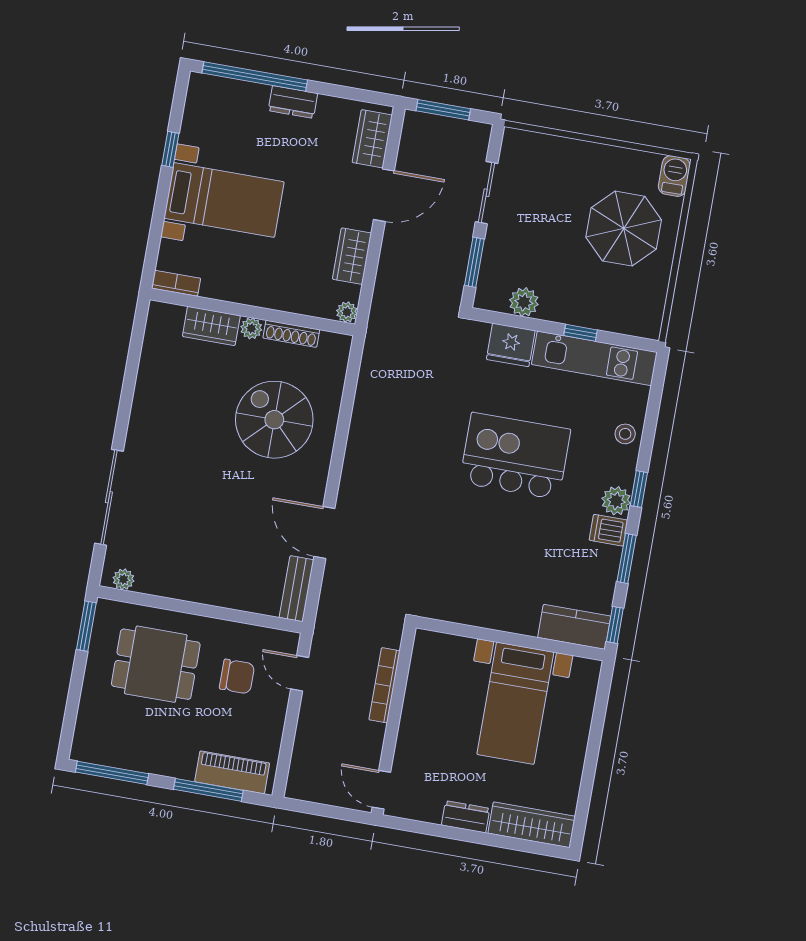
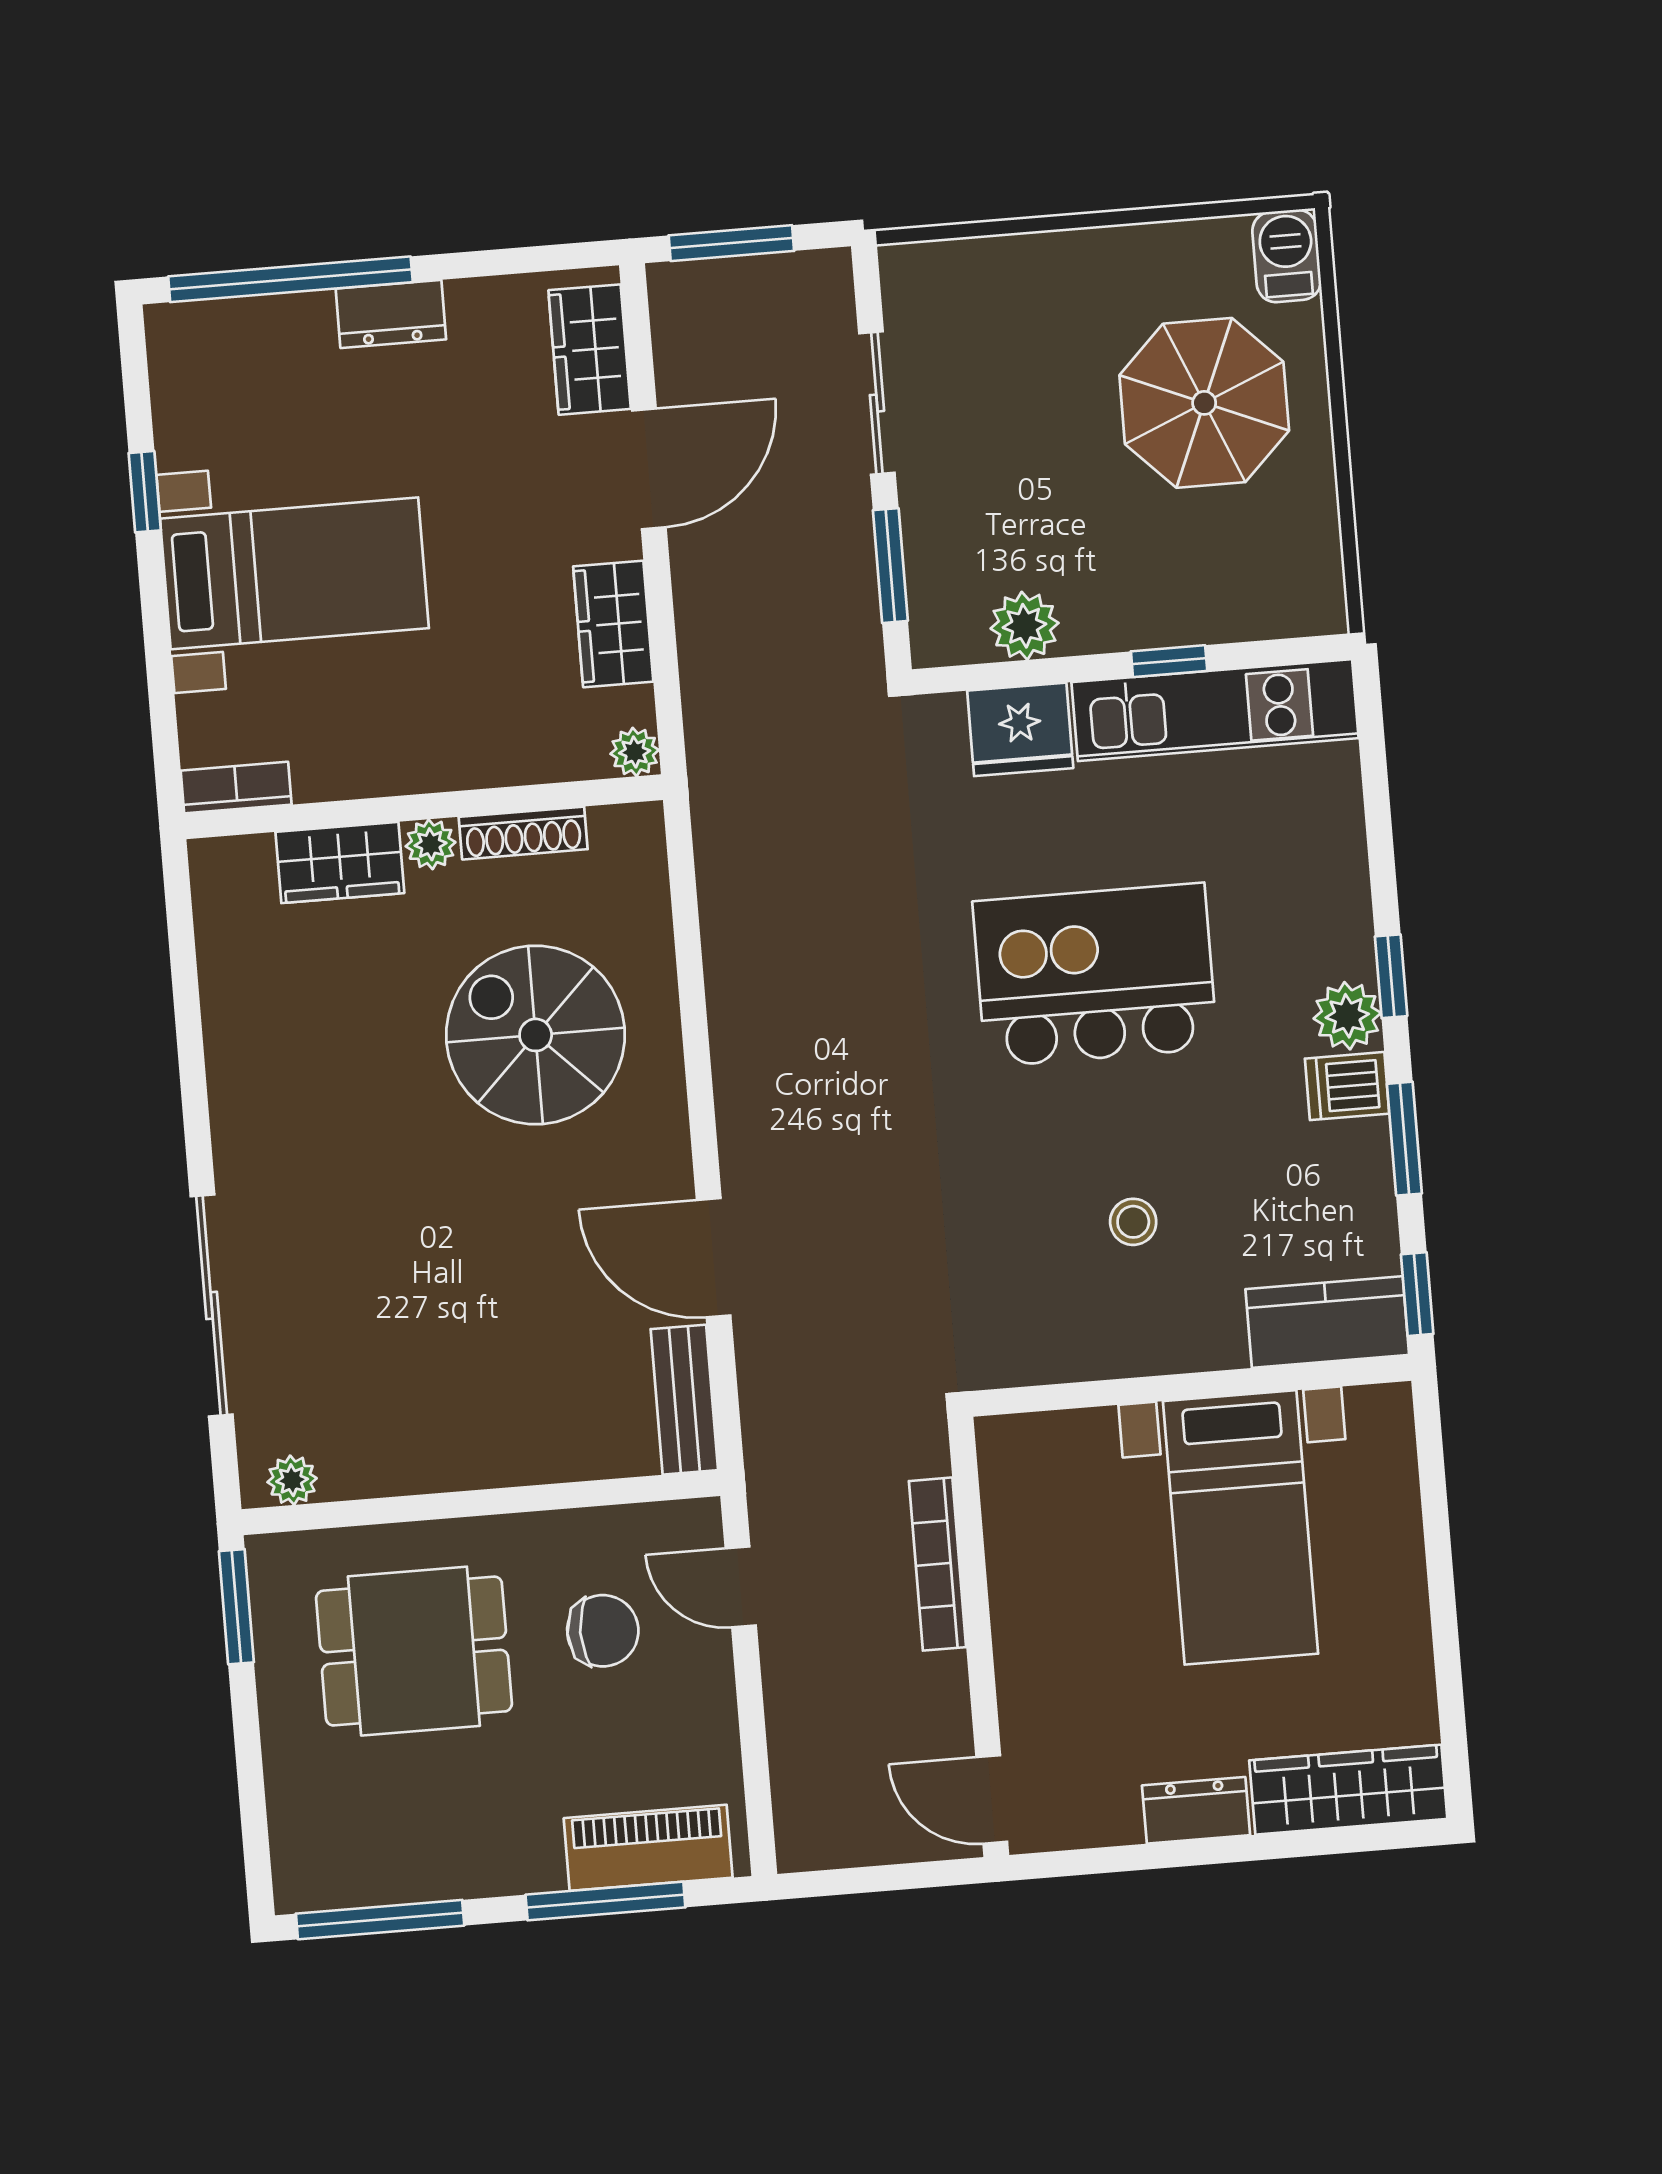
stool: (625, 434) -> (1133, 1222), moved

